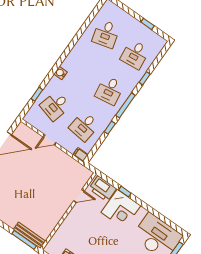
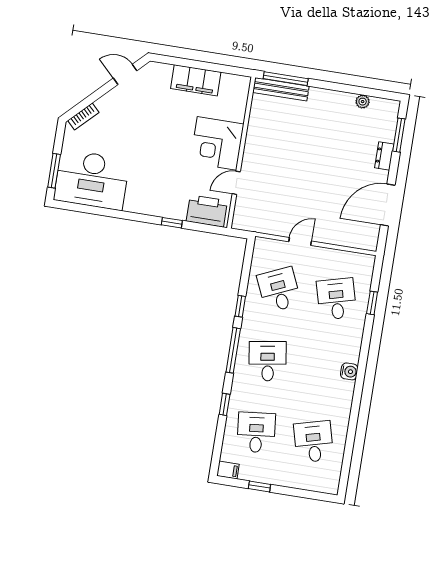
water cooler: (61, 73) -> (349, 371), moved
desk: (55, 106) -> (337, 299), turned -30
desk: (84, 126) -> (279, 290), turned -30
door: (50, 140) -> (300, 241), moved
filing cabinet: (80, 155) -> (228, 470), moved
corner desk: (121, 209) -> (217, 143), moved, turned -90

